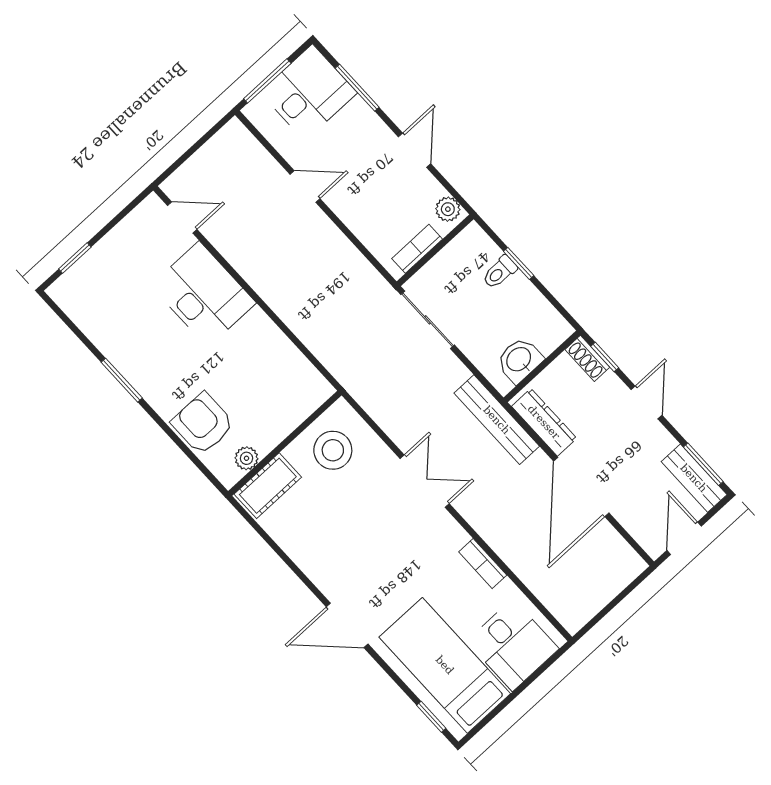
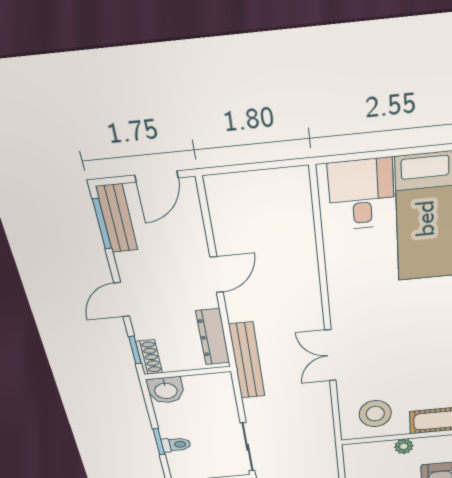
washbasin: (519, 360) -> (166, 390), moved
plant: (246, 458) -> (404, 446), moved
door: (581, 487) -> (217, 275), width x0.53
bookcase: (483, 564) -> (335, 272), removed

